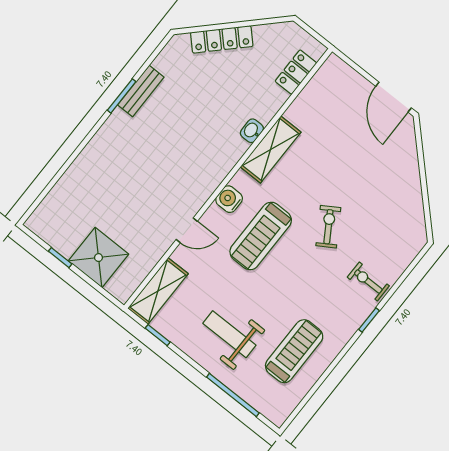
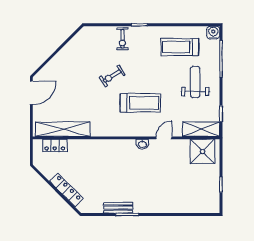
washbasin: (252, 131) -> (142, 144), moved
shelving: (271, 150) -> (63, 129), moved, width x1.47
water cooler: (229, 199) -> (213, 33), moved, turned 180
door: (187, 230) -> (164, 138), hinge flipped
shower: (98, 258) -> (202, 151), moved
weight bench: (229, 334) -> (195, 82), turned 180

